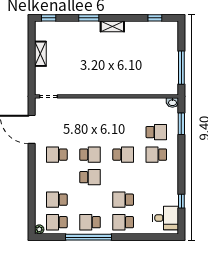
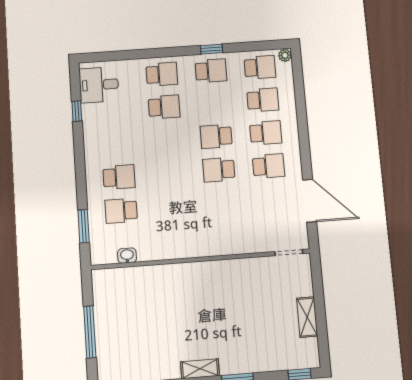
window: (181, 68) -> (90, 332), moved
washbasin: (172, 102) -> (127, 256), moved
school desk: (123, 155) -> (266, 133), moved, turned 180
window: (88, 237) -> (212, 49), width x0.32

